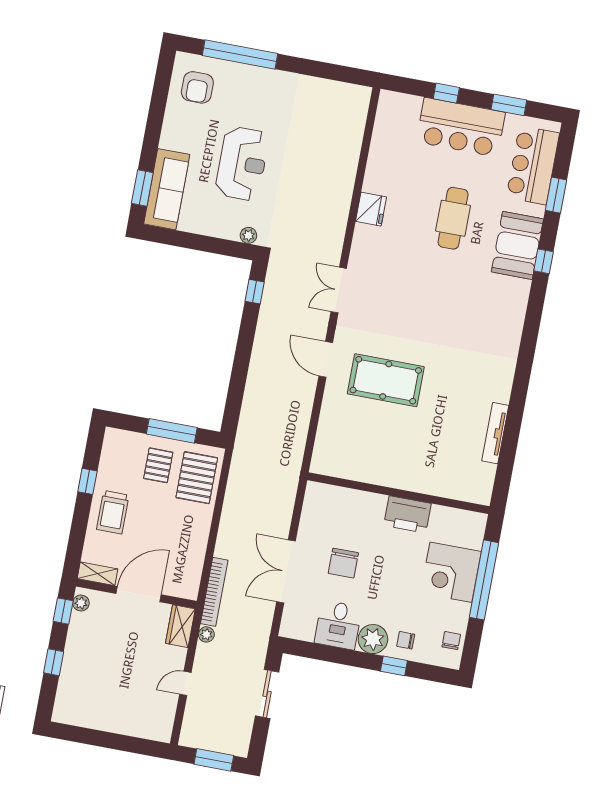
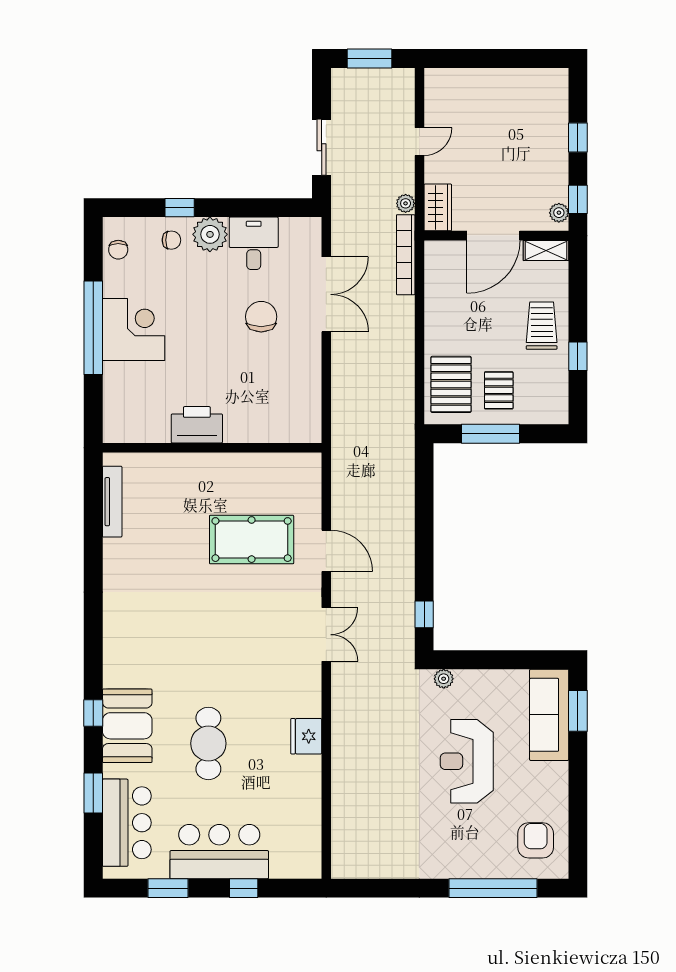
wall: (398, 493) -> (212, 448), moved
printer: (407, 514) -> (197, 425), moved

